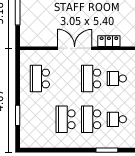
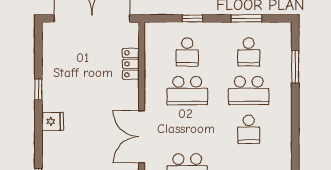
double door: (75, 48) -> (142, 137), moved
school desk: (66, 119) -> (249, 129), width x0.54

